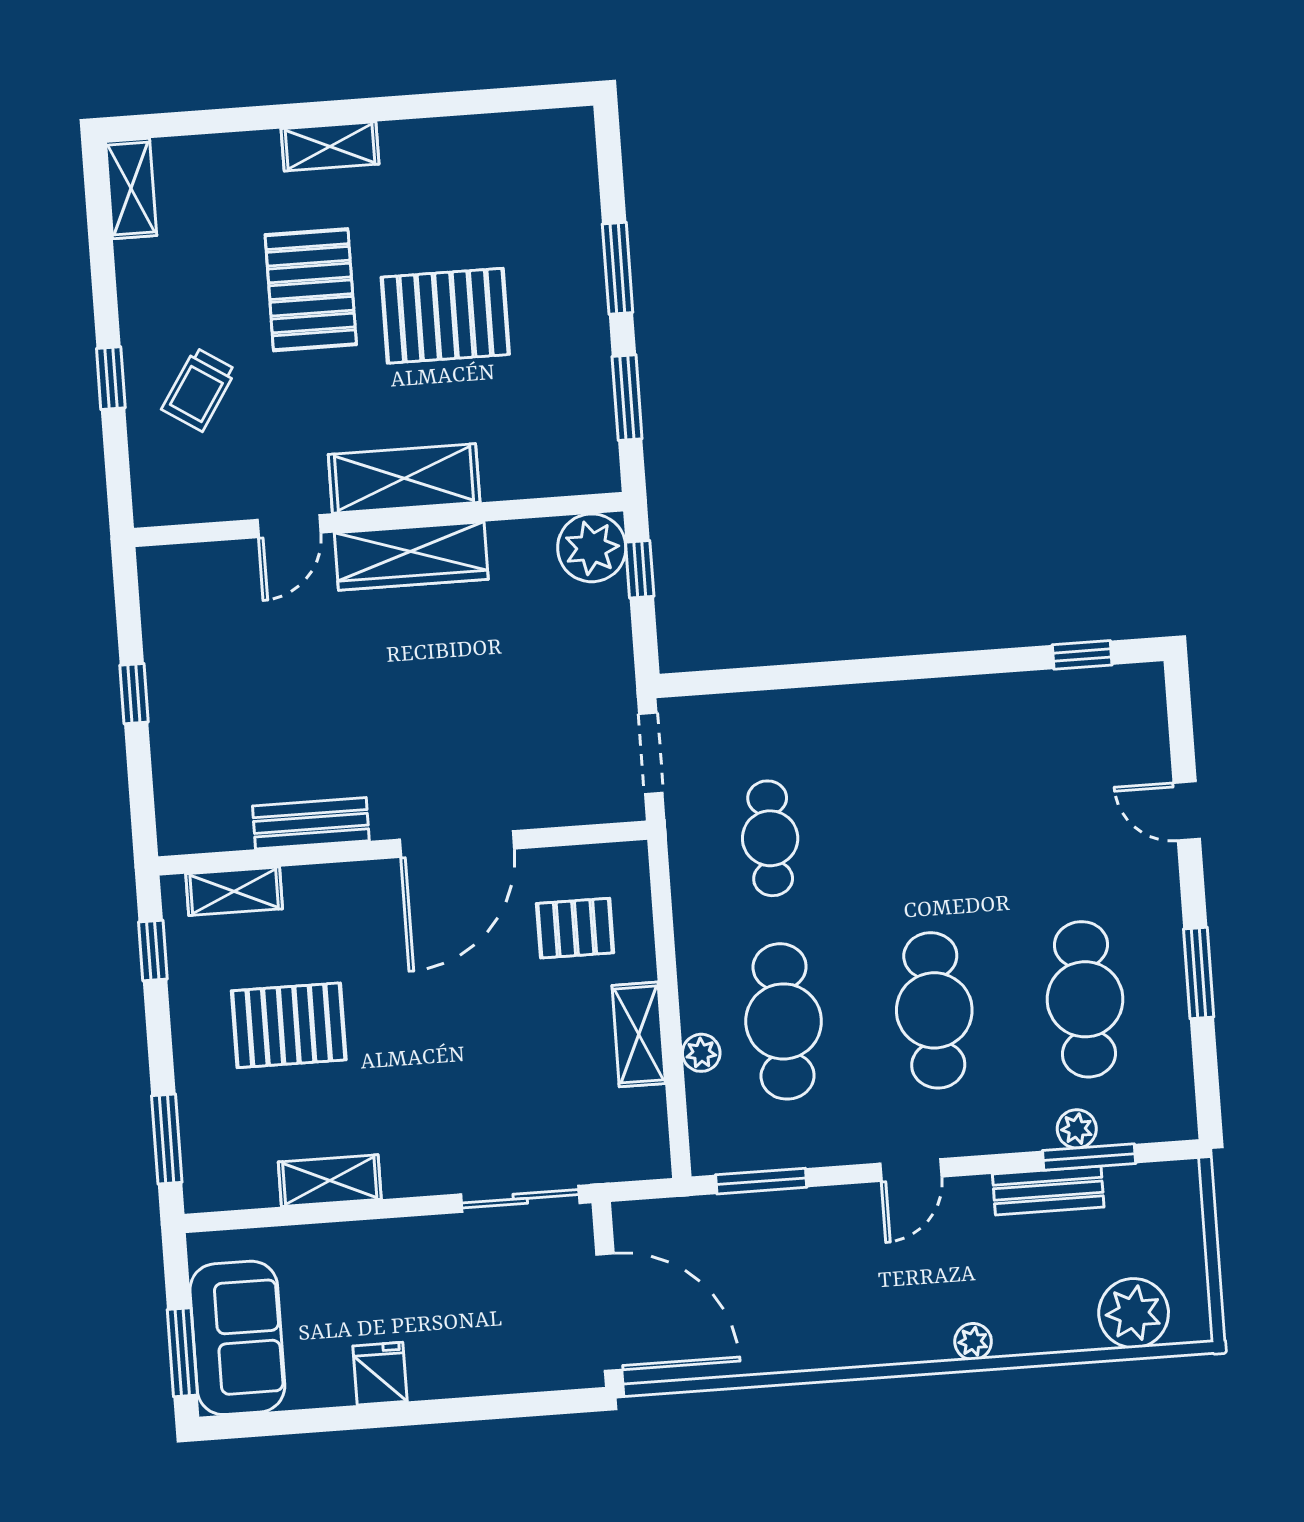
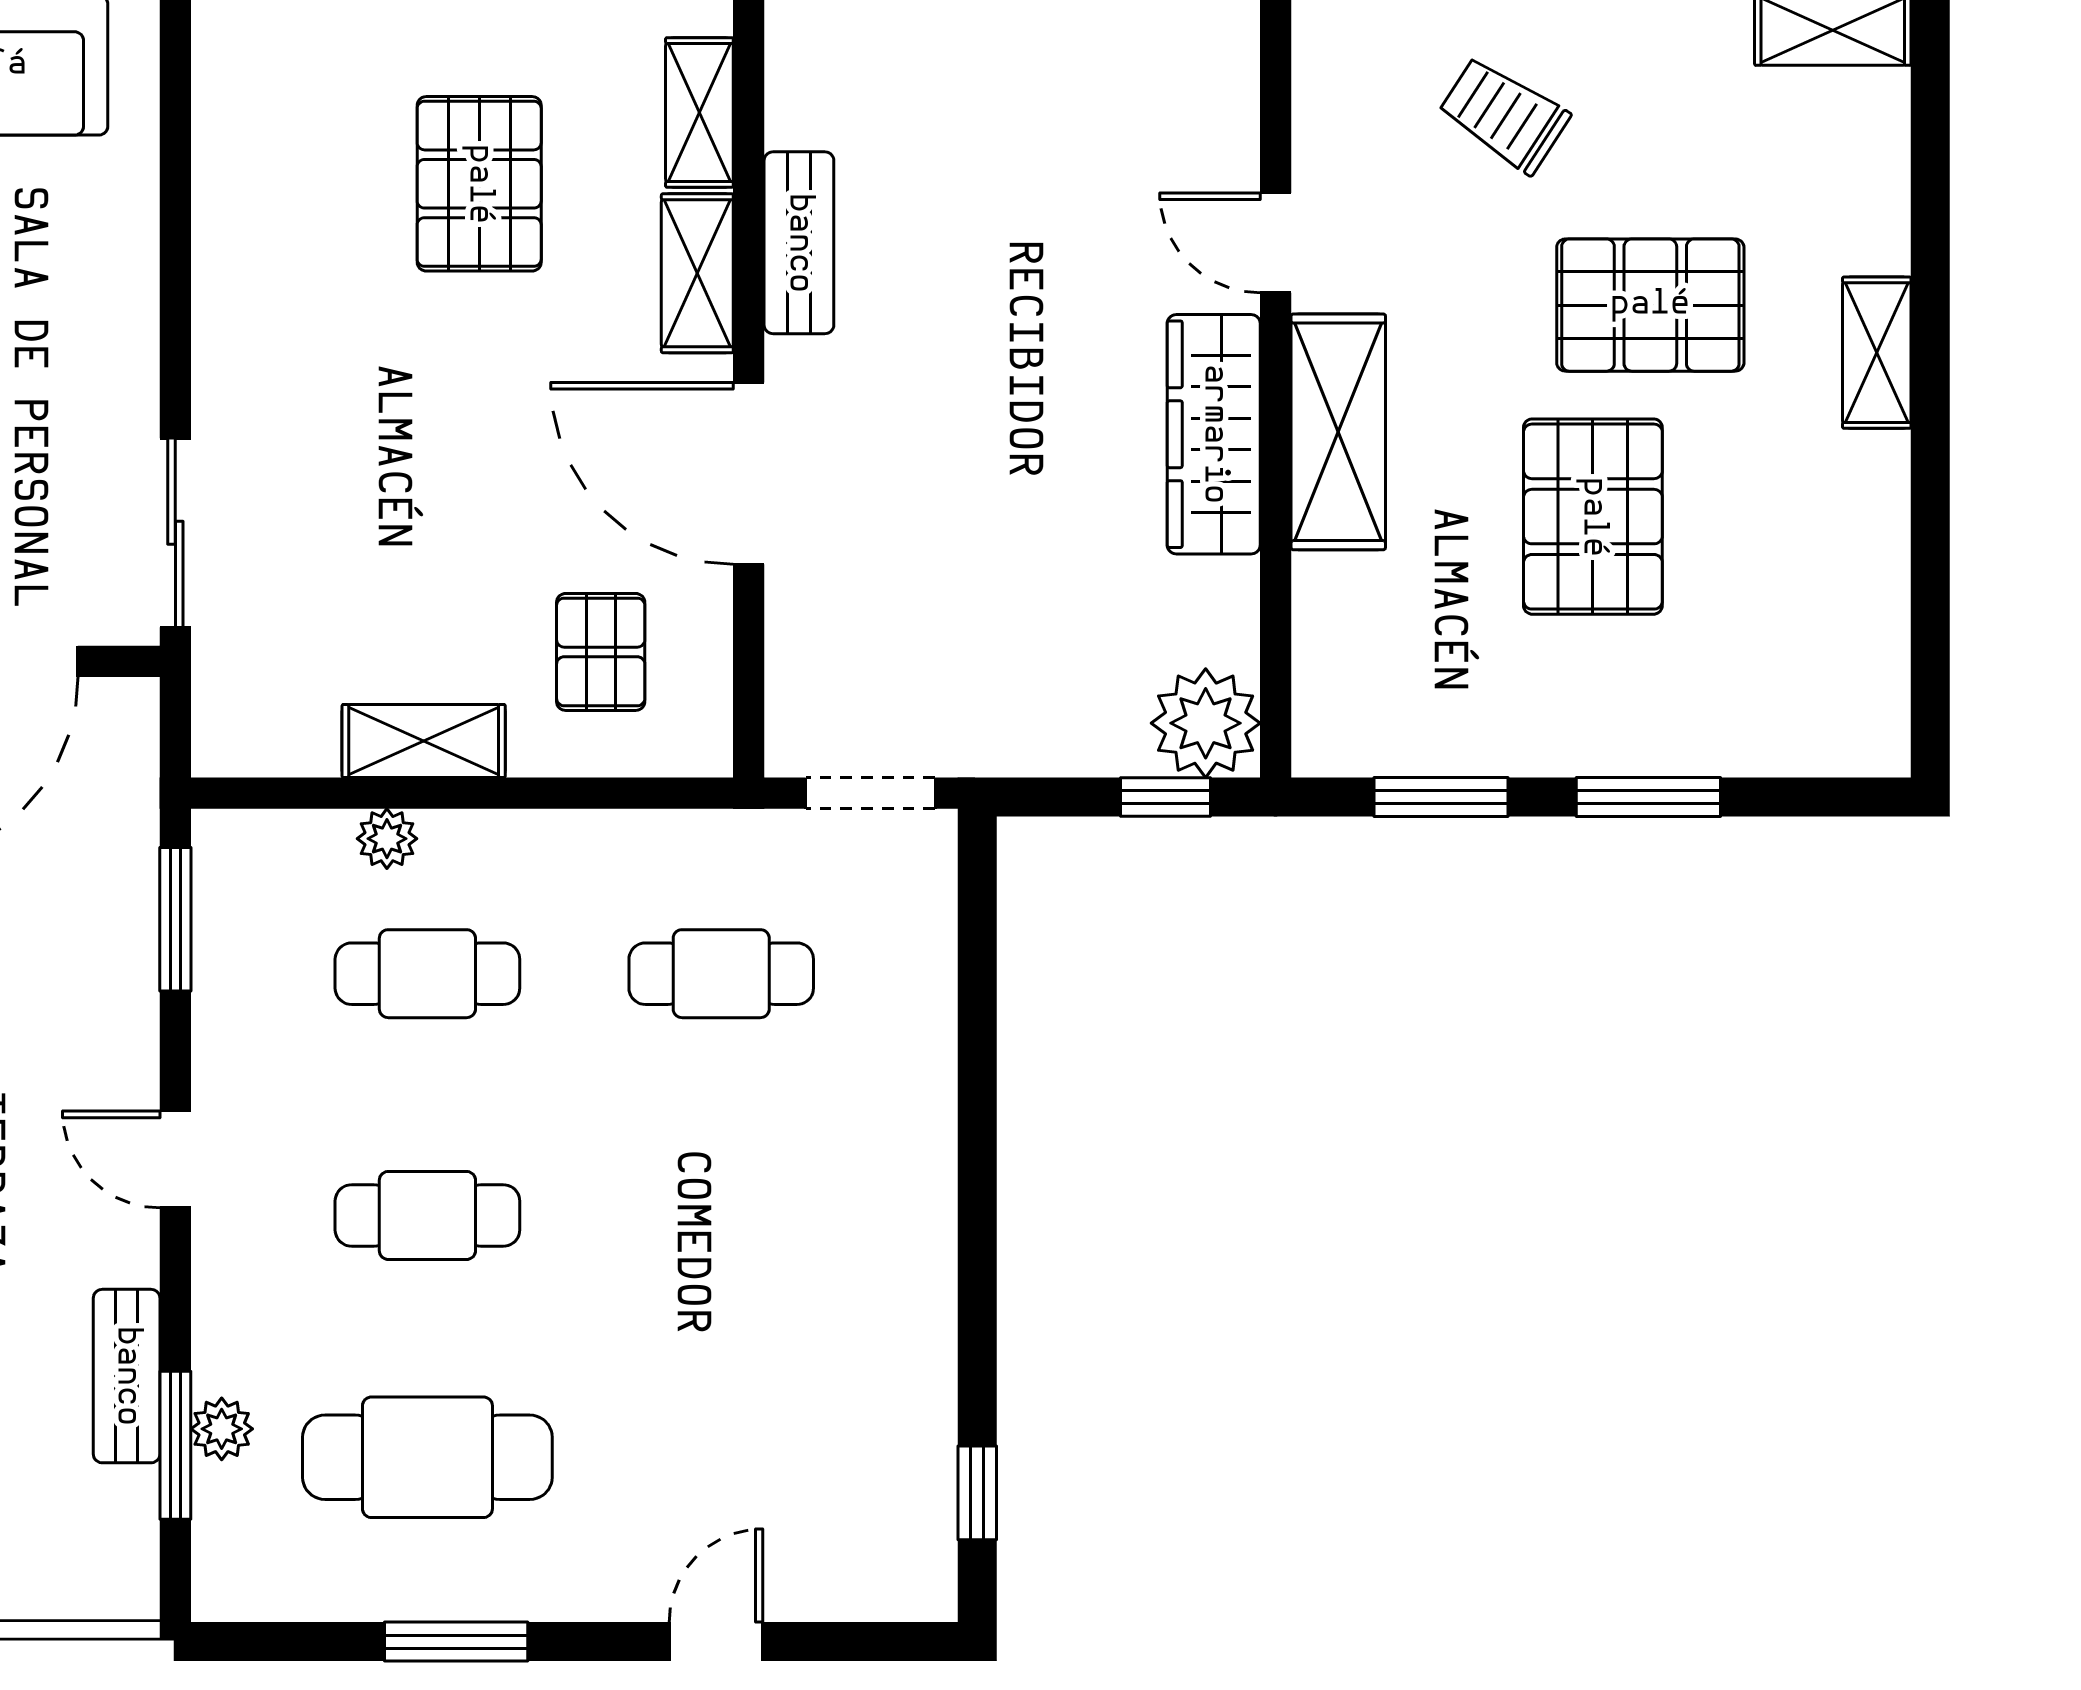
cafe table: (934, 1010) -> (427, 1215), width x0.73, depth x0.74
cafe table: (784, 1021) -> (427, 974), width x0.73, depth x0.74
shelving: (330, 1181) -> (697, 273), moved

